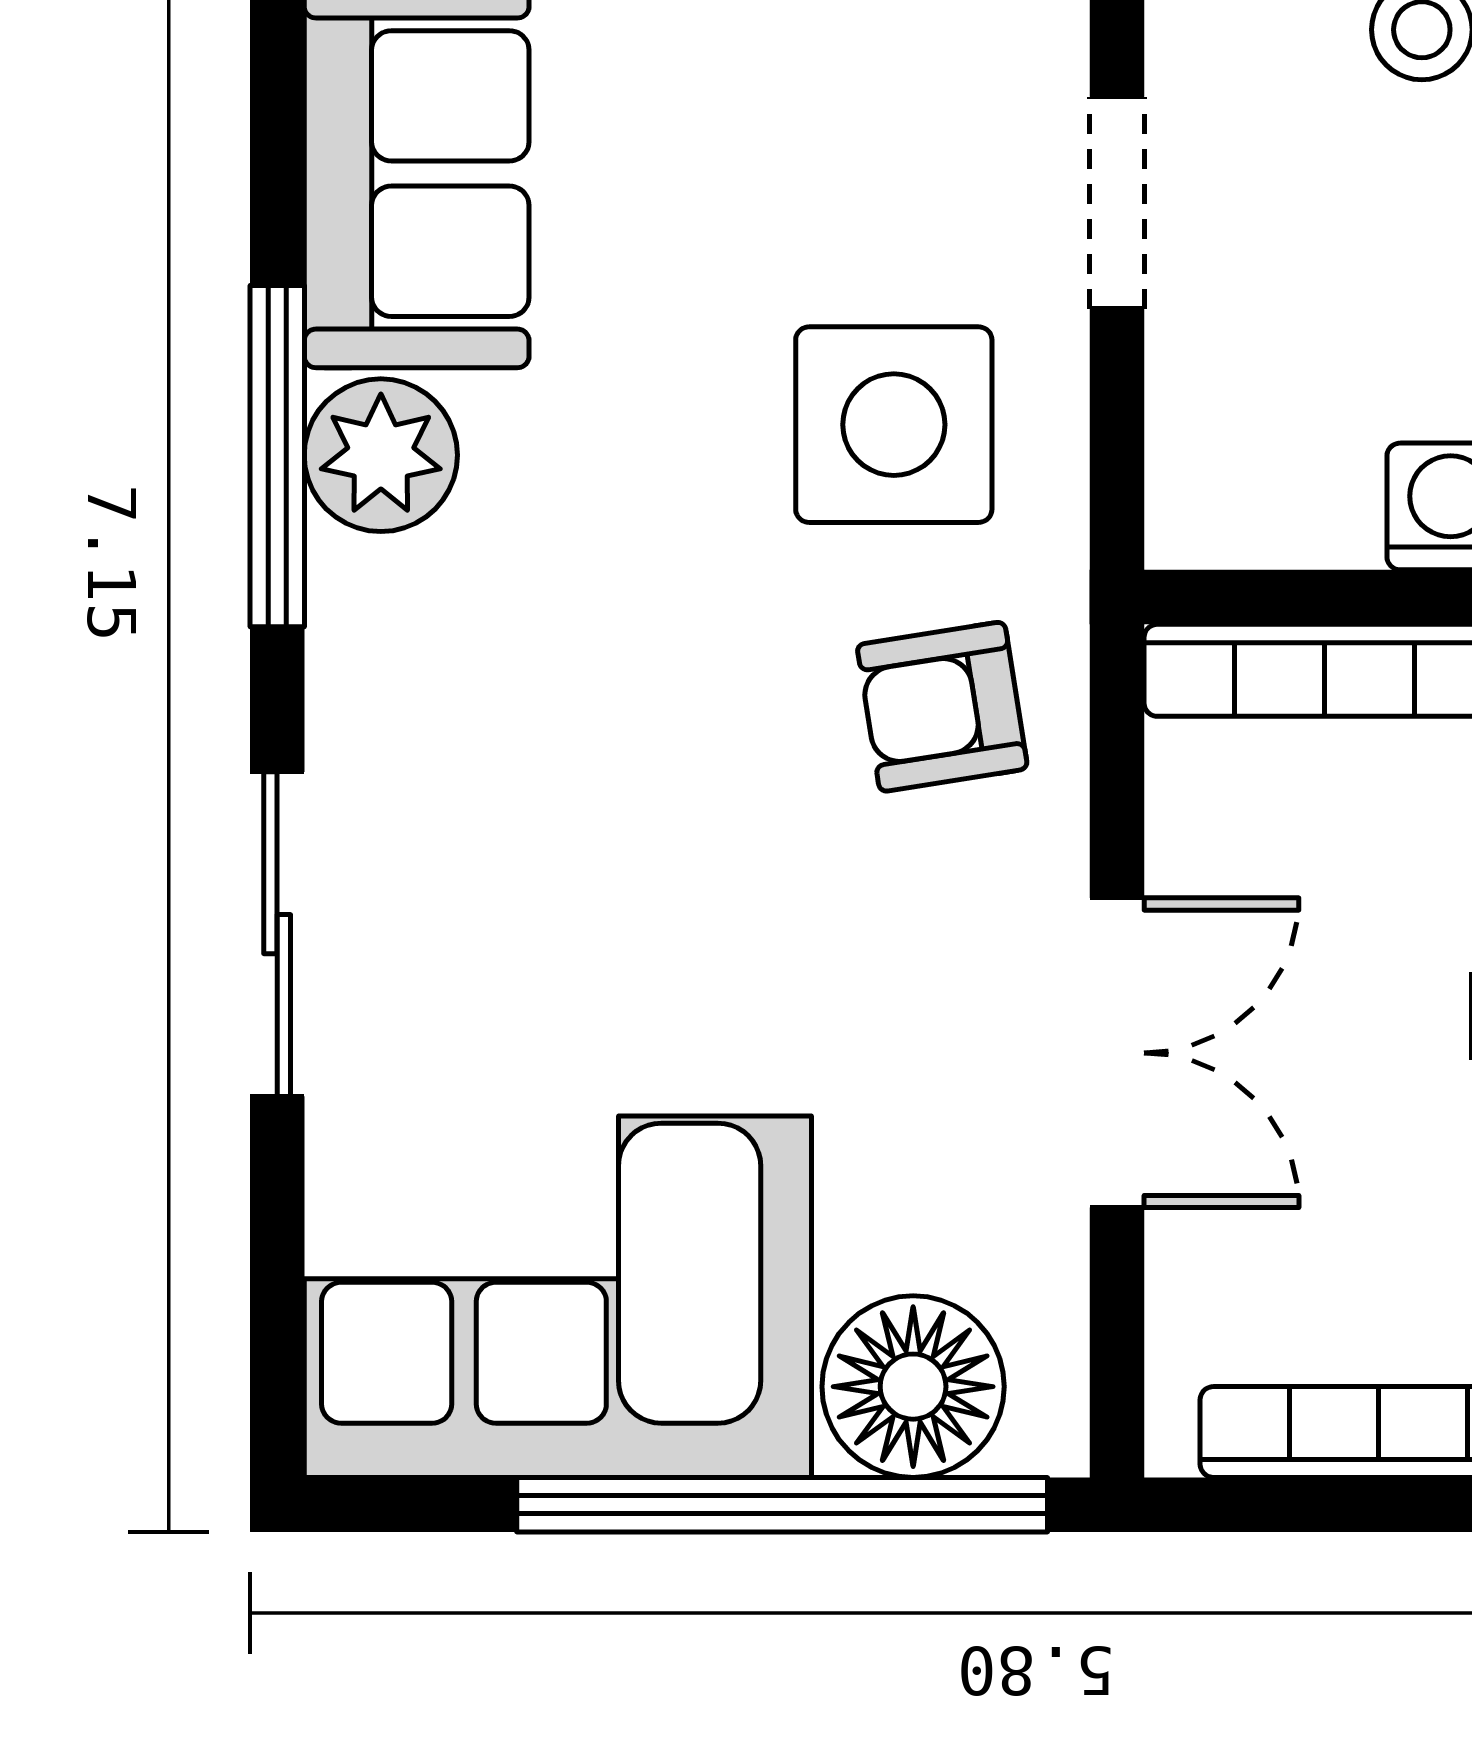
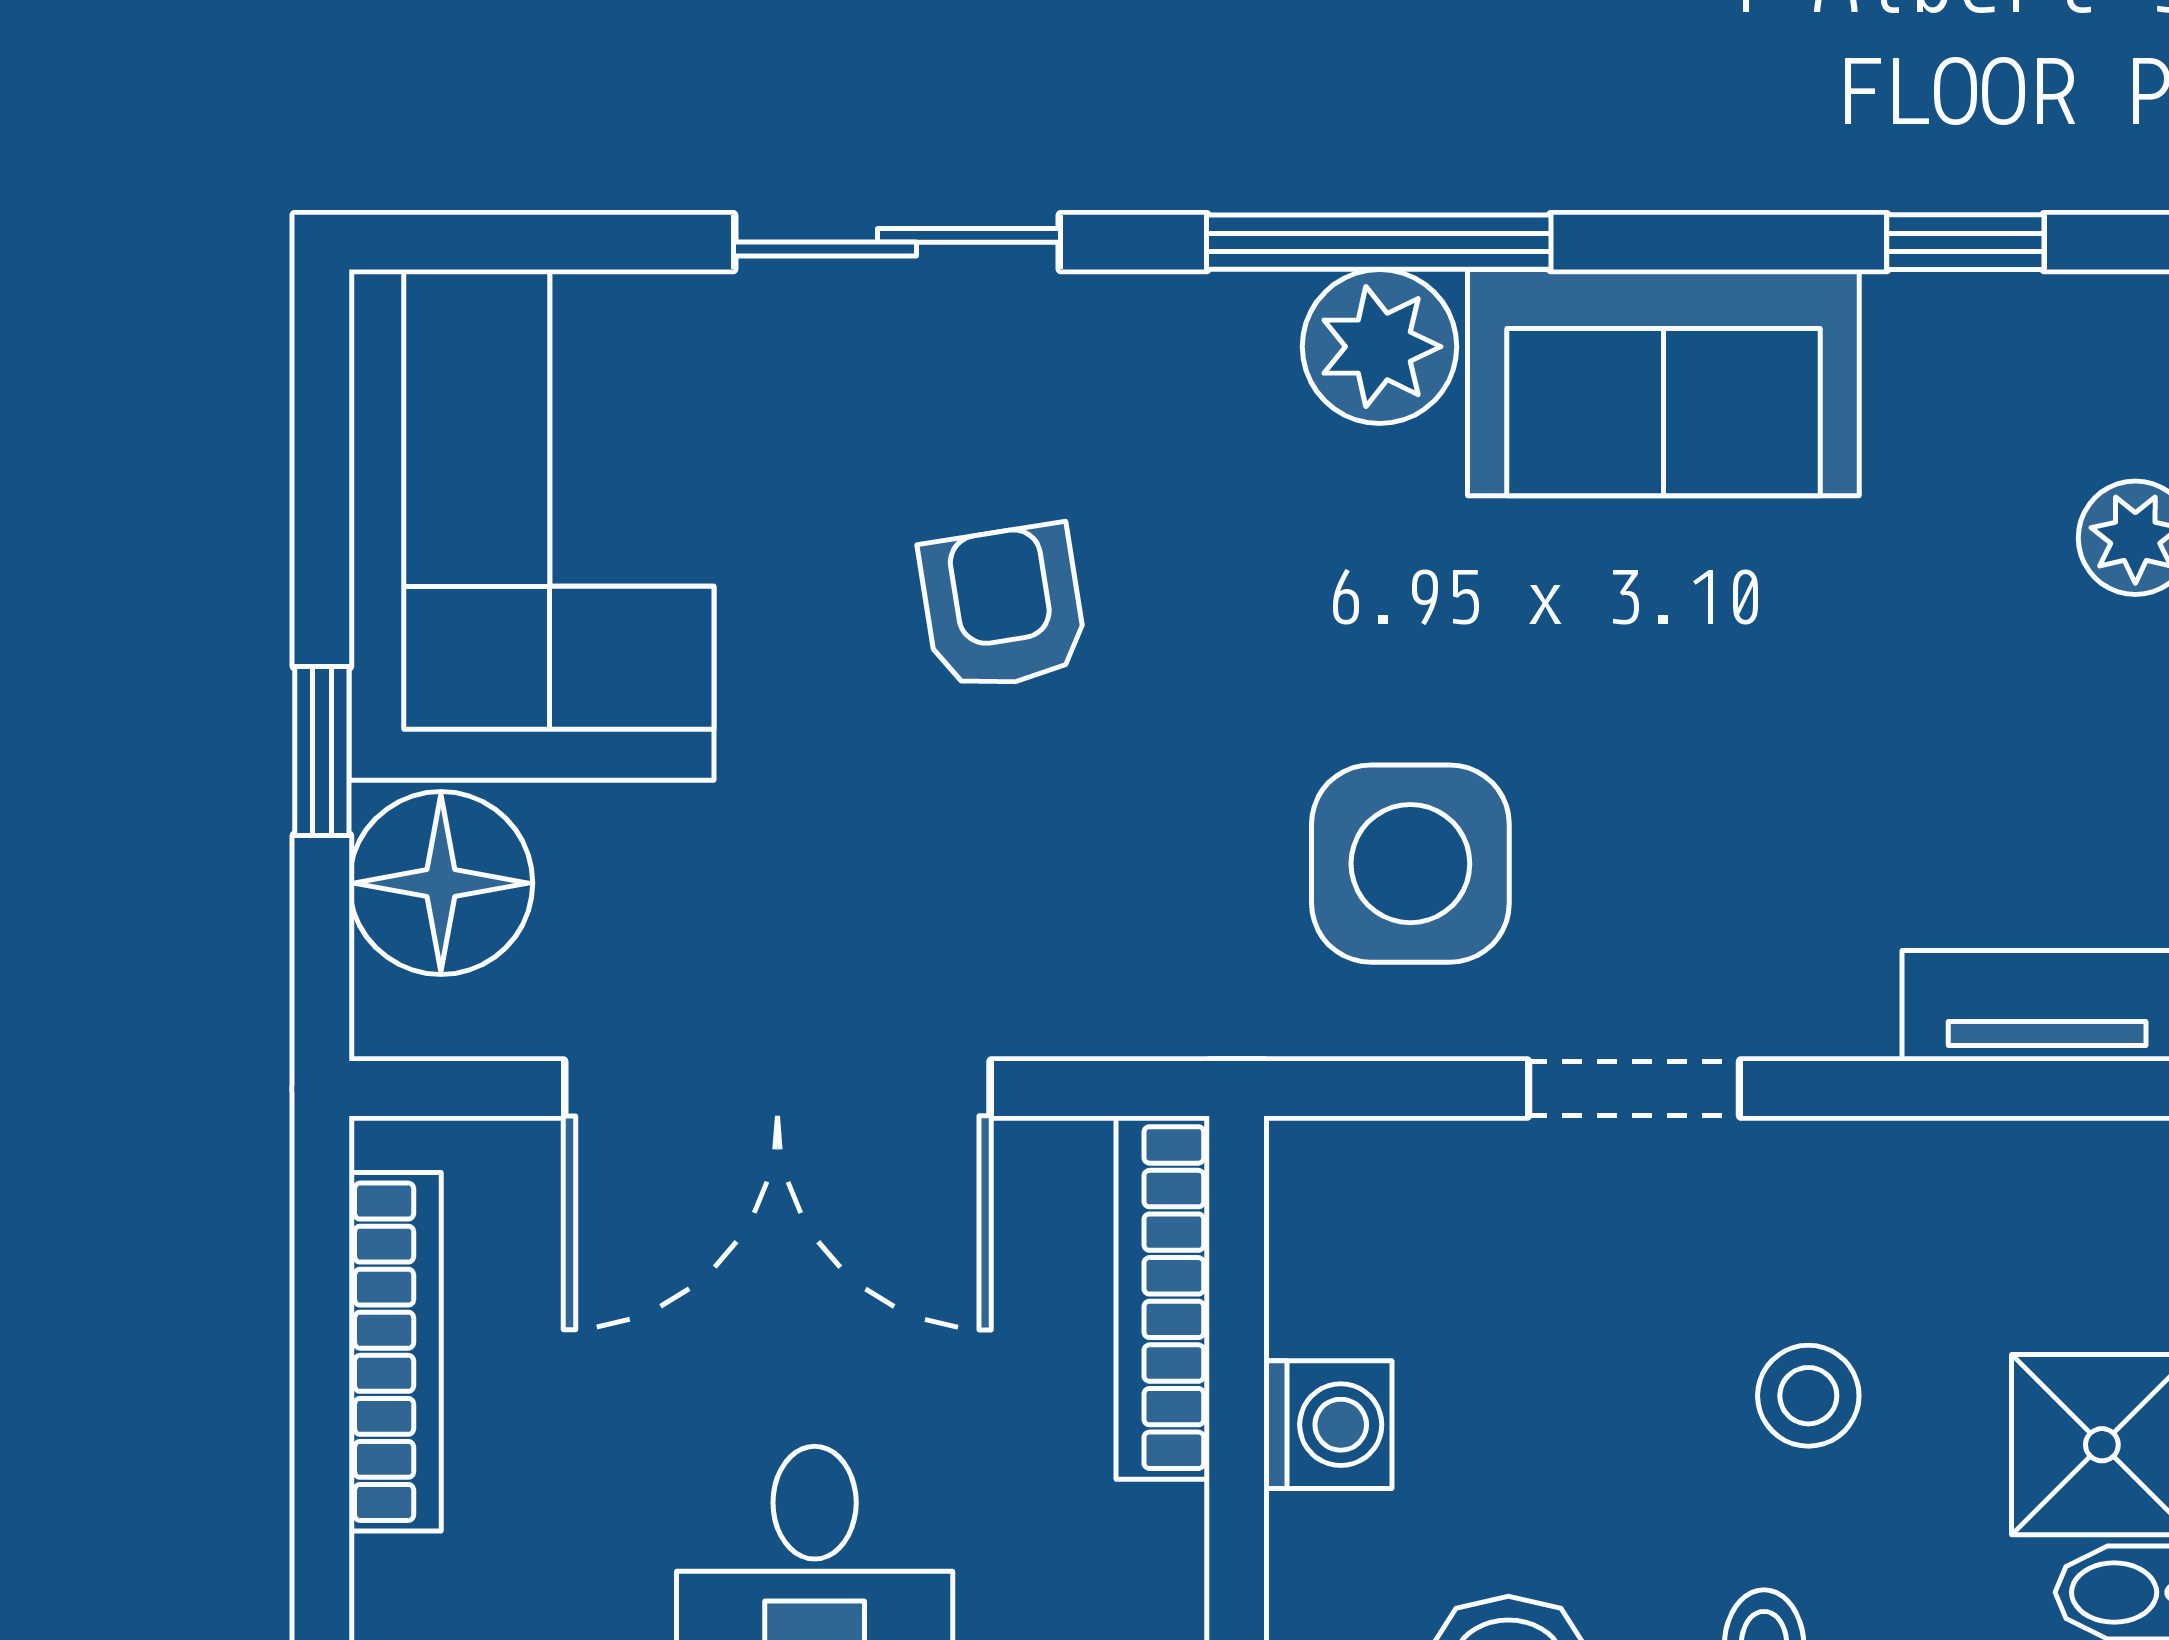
armchair: (942, 707) -> (1003, 607), moved
double door: (1117, 1053) -> (777, 1089), width x1.37
window: (782, 1505) -> (322, 751), width x0.32

